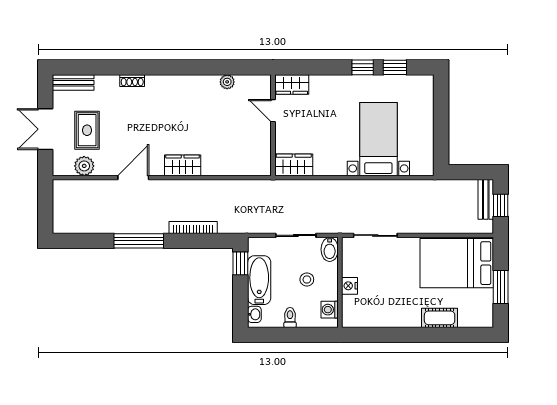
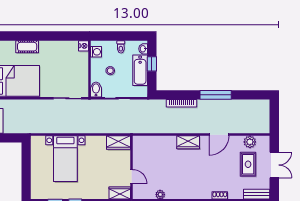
window: (240, 263) -> (152, 64), moved
nightstand: (349, 286) -> (84, 46), moved

